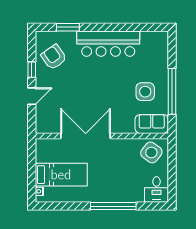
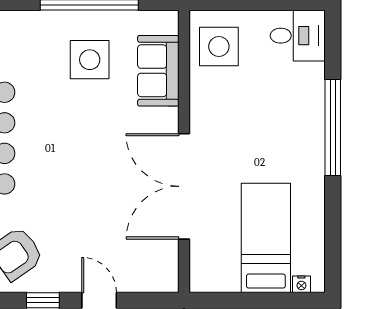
sofa: (152, 124) -> (158, 71), moved
side table: (151, 152) -> (219, 46), turned -37

